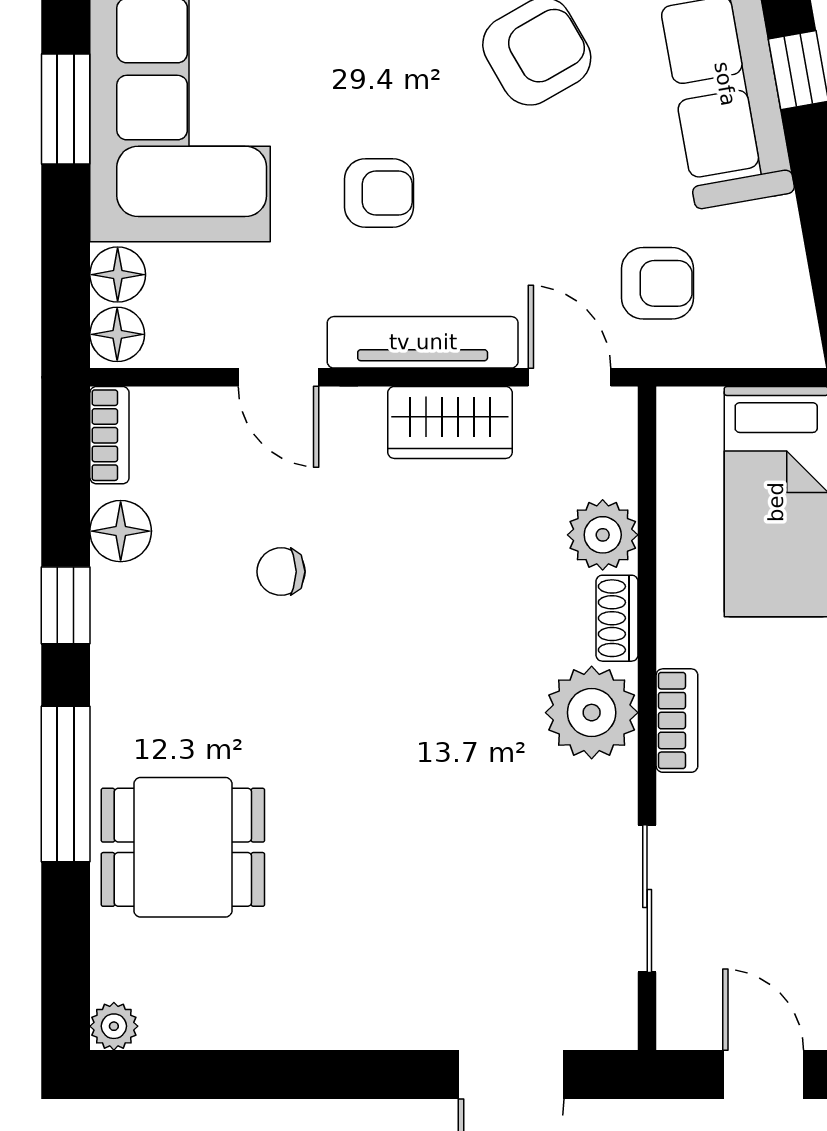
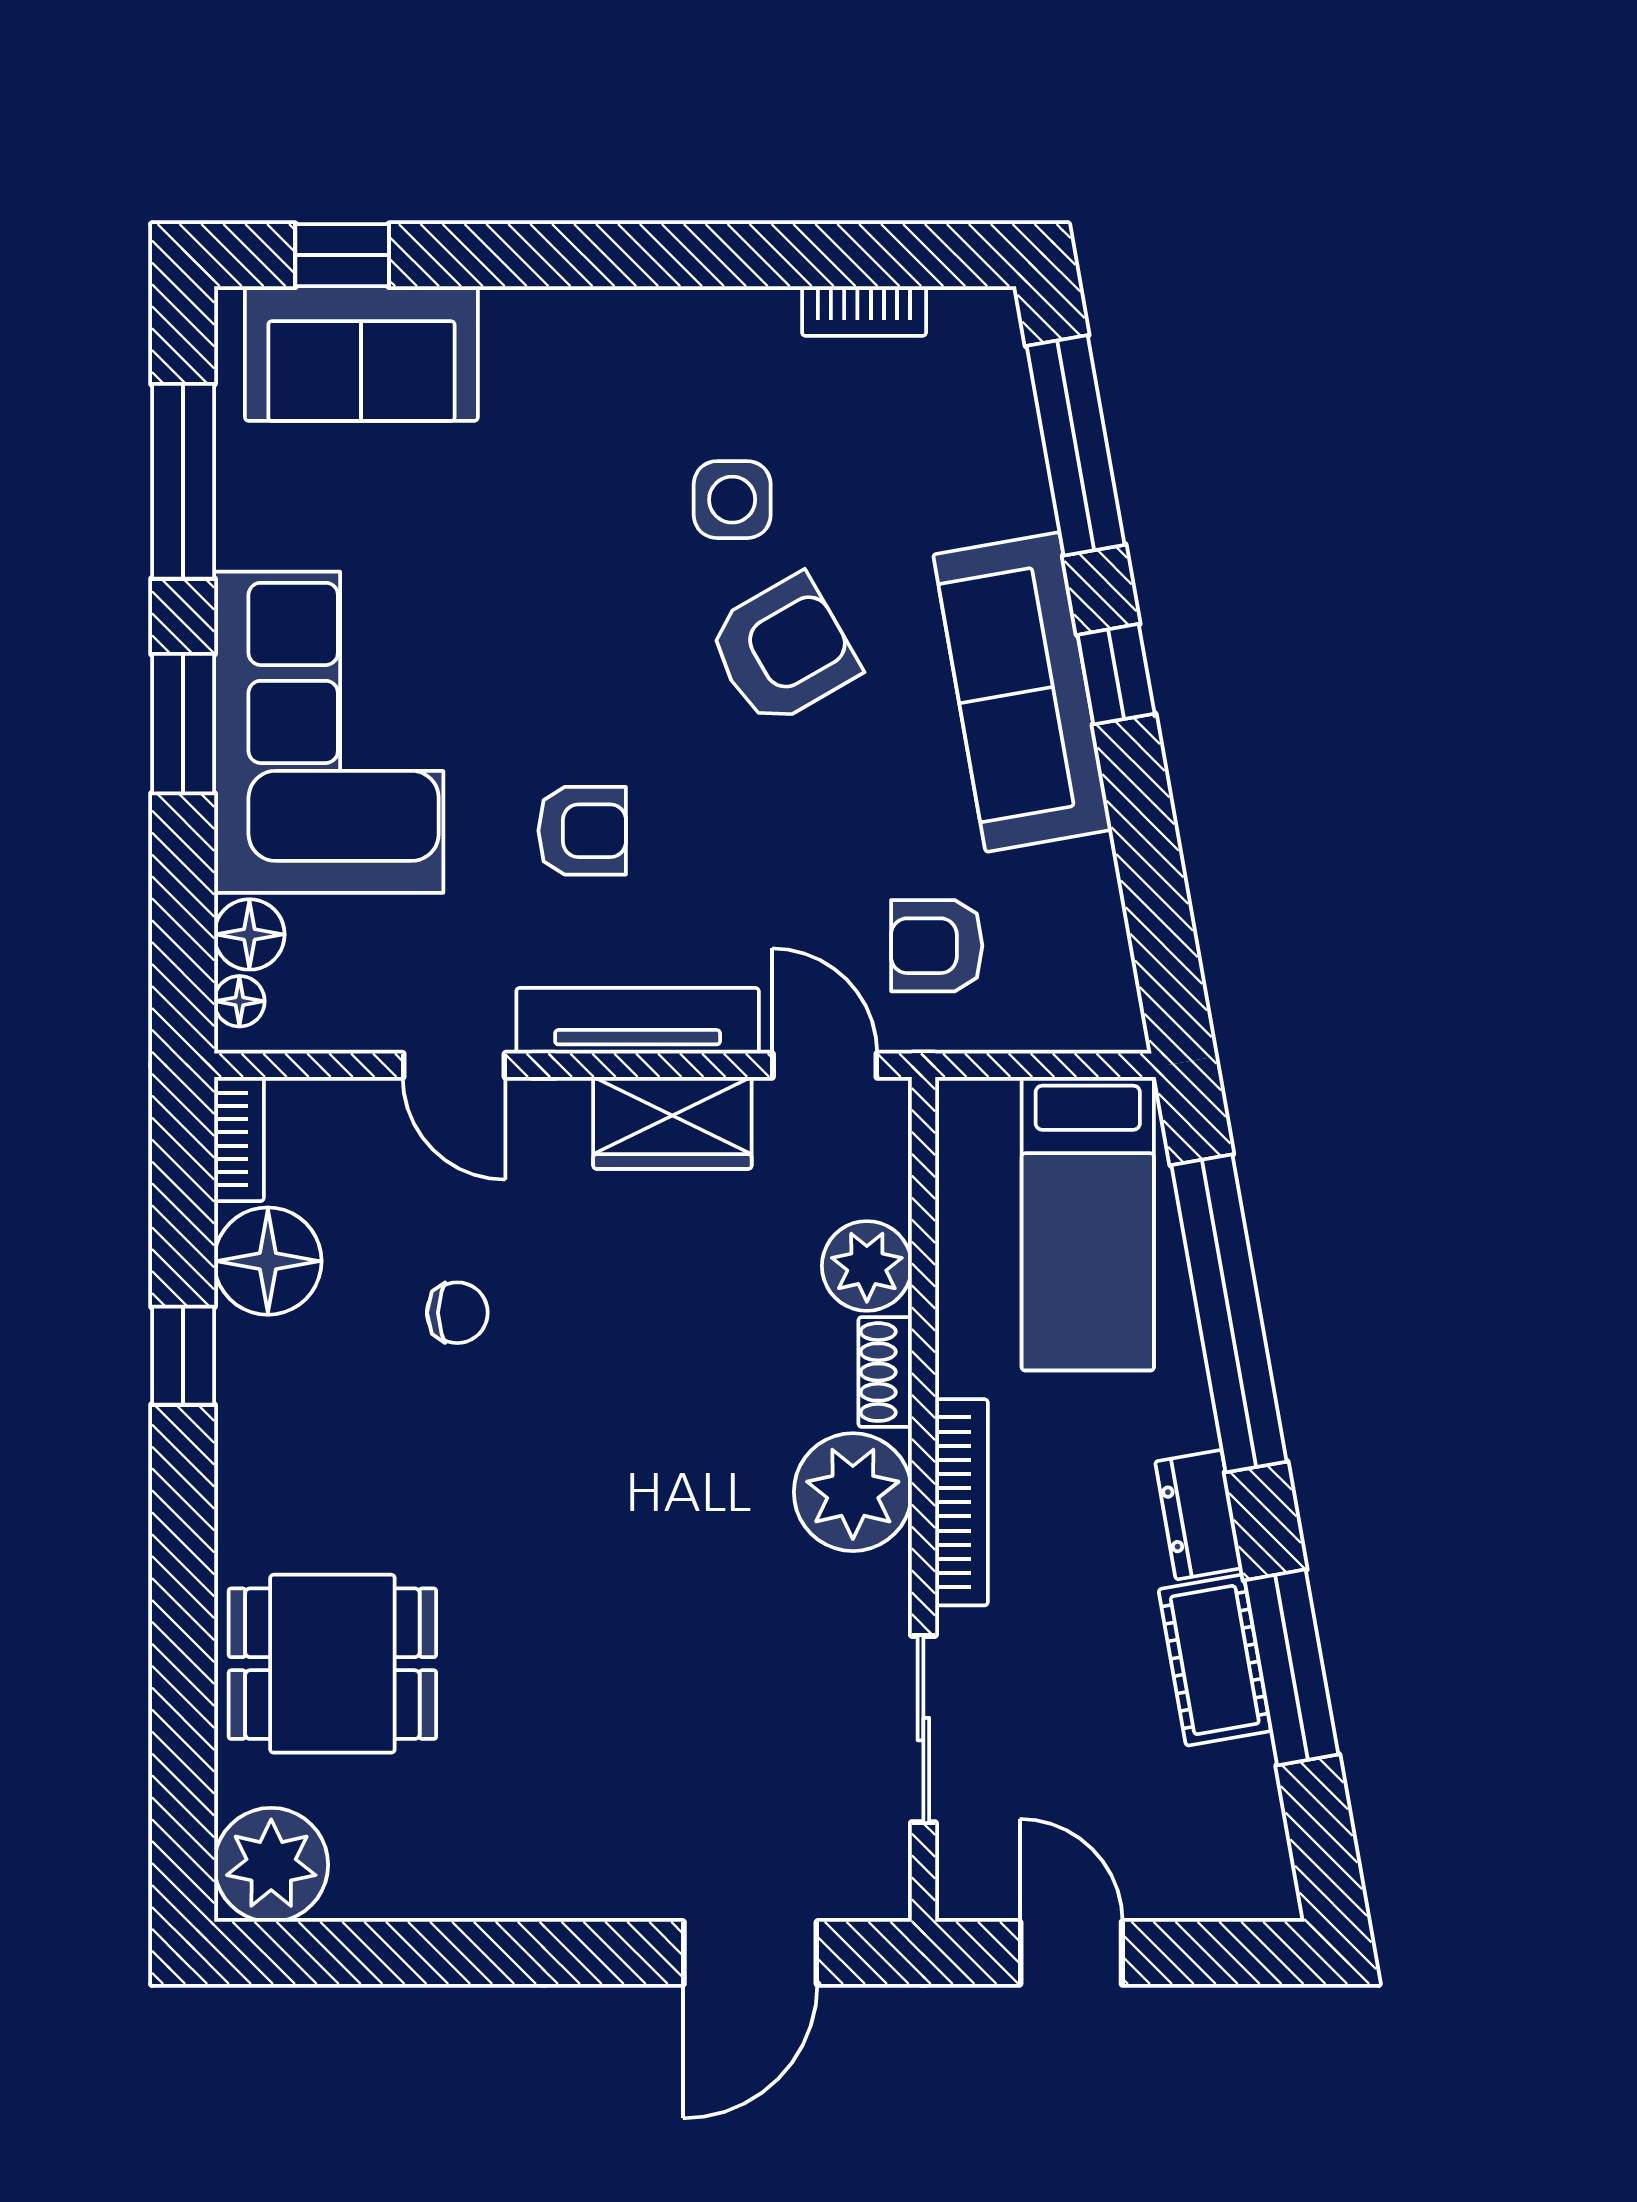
armchair: (658, 283) -> (937, 946), turned 180
floor lamp: (117, 334) -> (239, 1001), width x0.73, depth x0.73
floor lamp: (121, 531) -> (268, 1261), width x1.38, depth x1.38
chair: (281, 572) -> (457, 1313), turned 180
bookcase: (677, 721) -> (961, 1502), width x1.56
window: (66, 784) -> (183, 1583), removed
plant: (114, 1026) -> (271, 1865), width x1.88, depth x1.88

